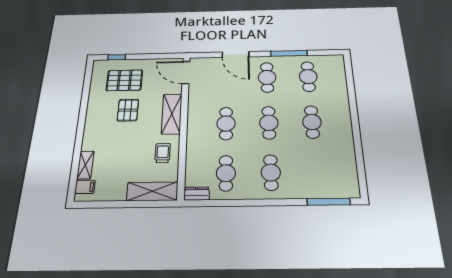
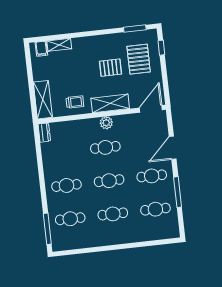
window: (87, 81) -> (135, 28), added
plant: (195, 120) -> (106, 123), added
cafe table: (226, 173) -> (70, 219), moved

